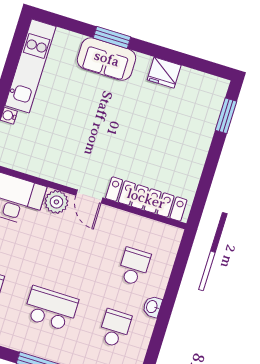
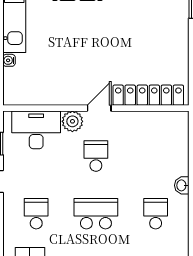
door: (89, 197) -> (99, 108), swing flipped
school desk: (134, 267) -> (96, 156), moved

